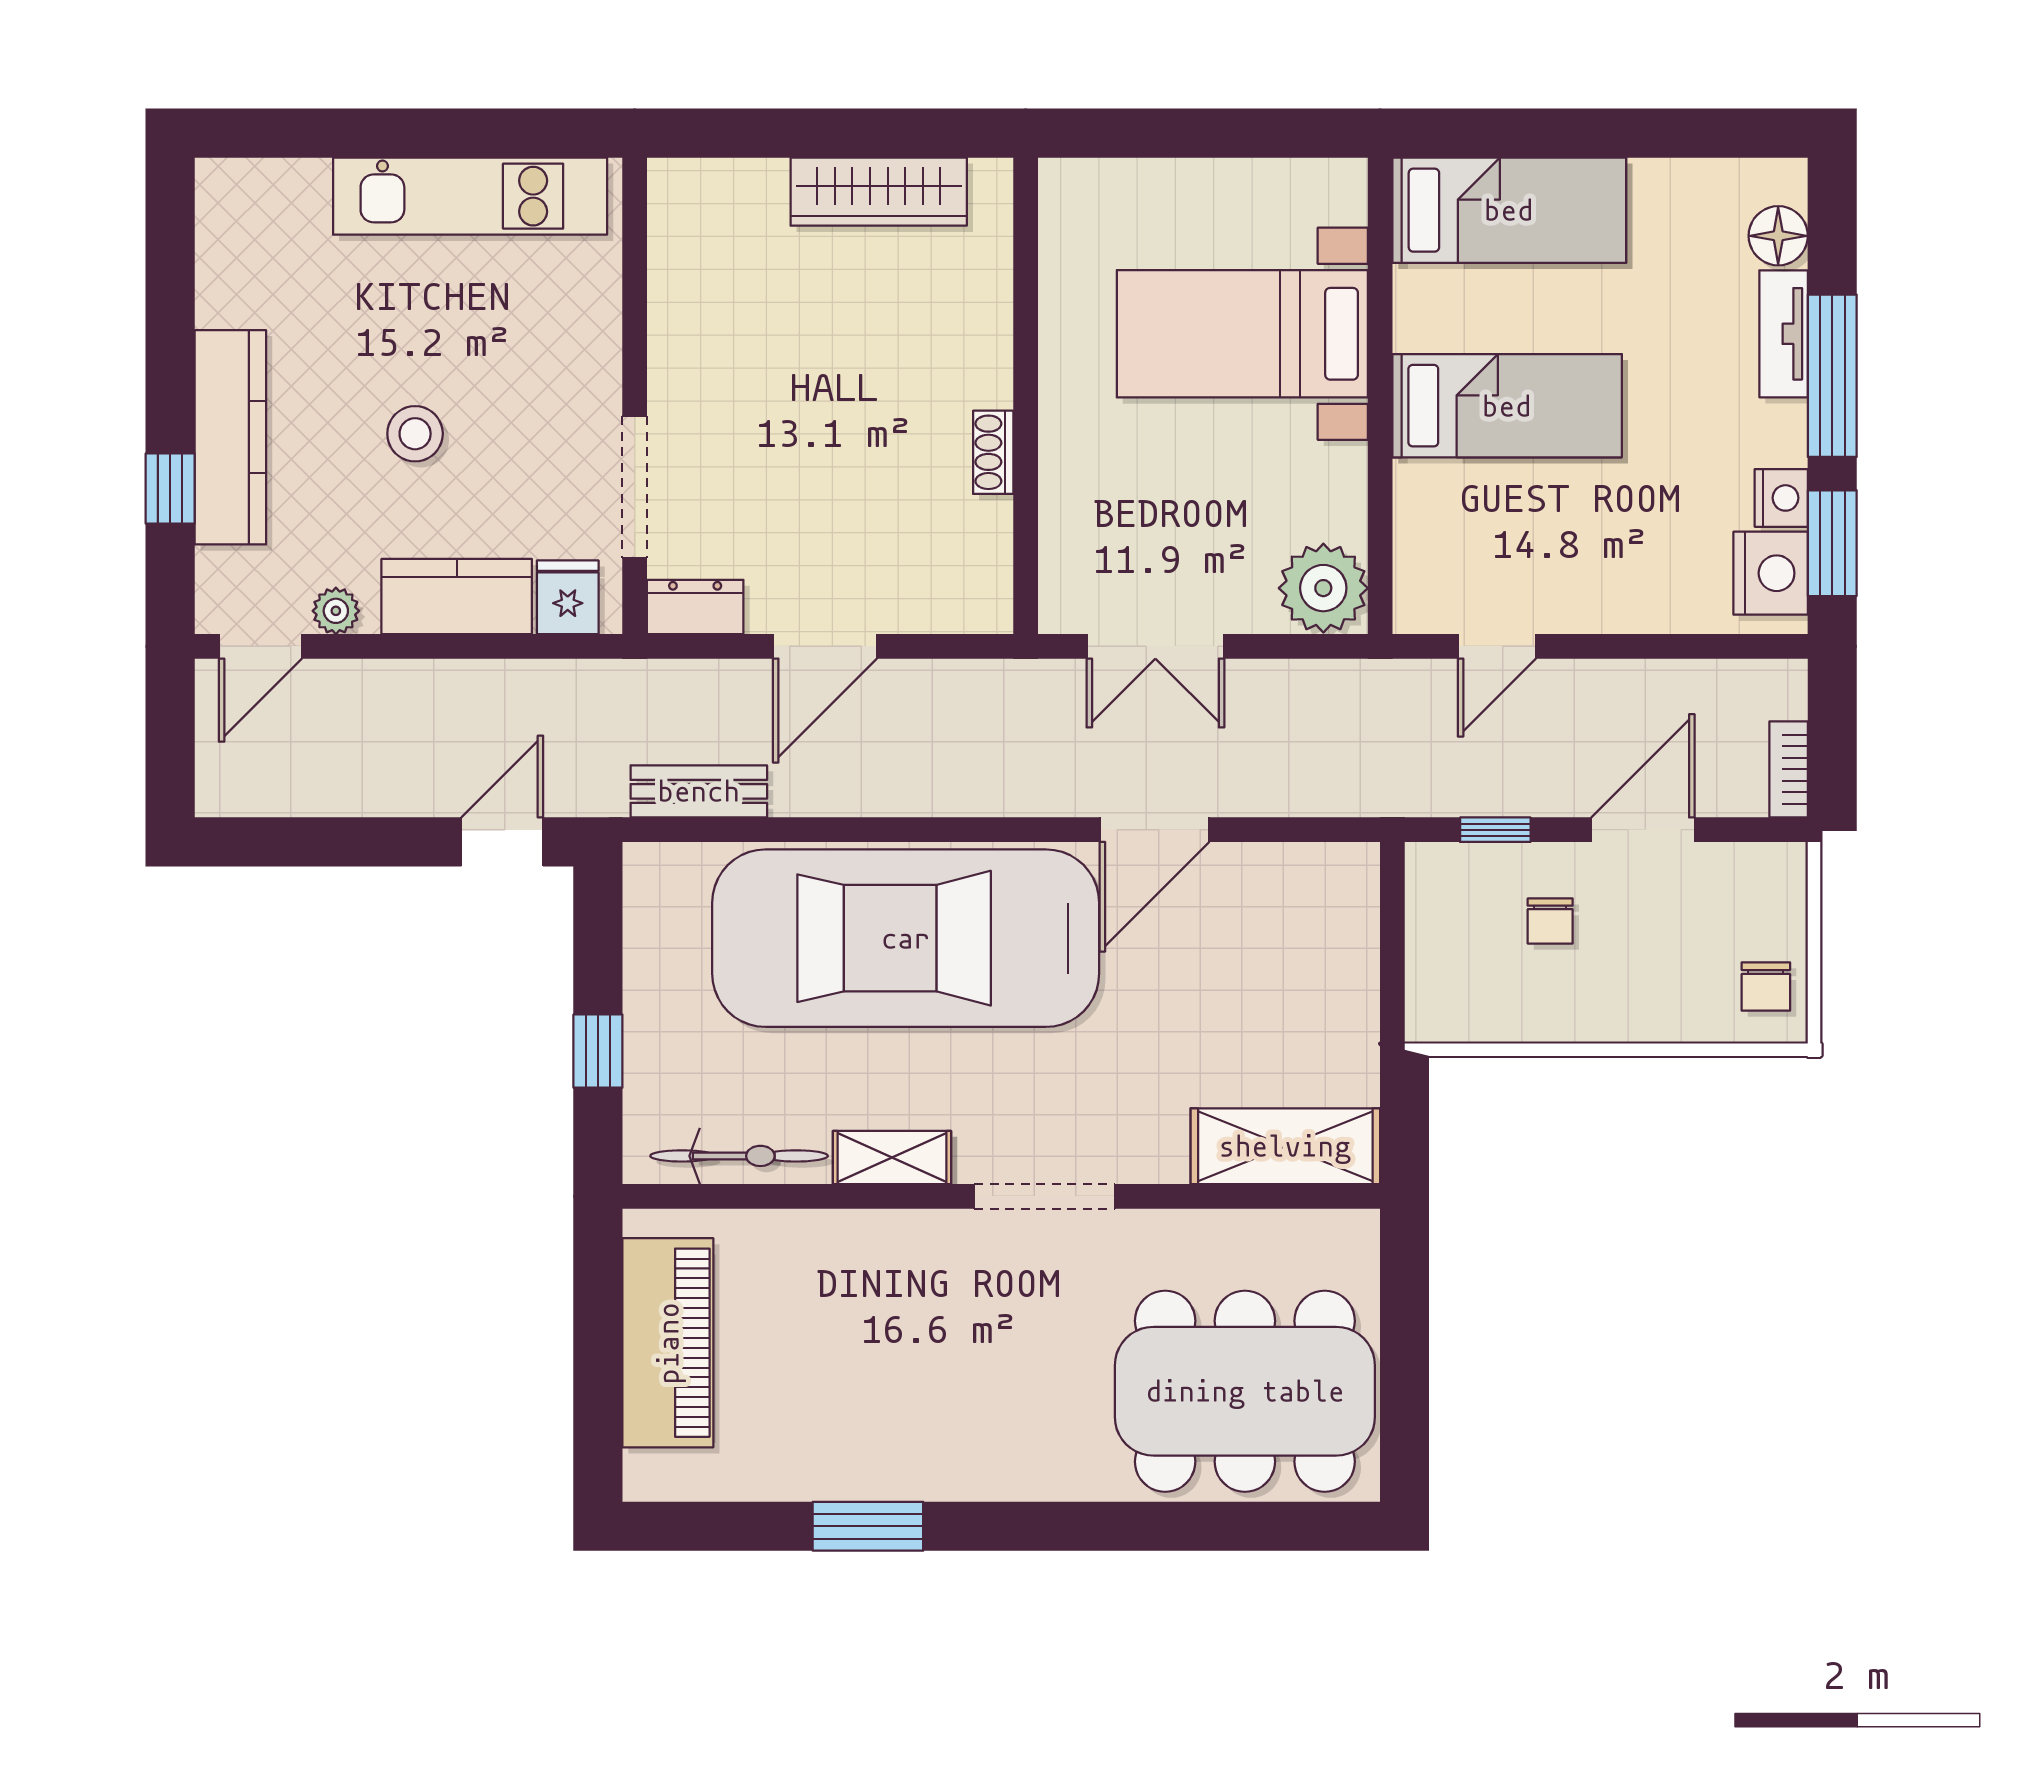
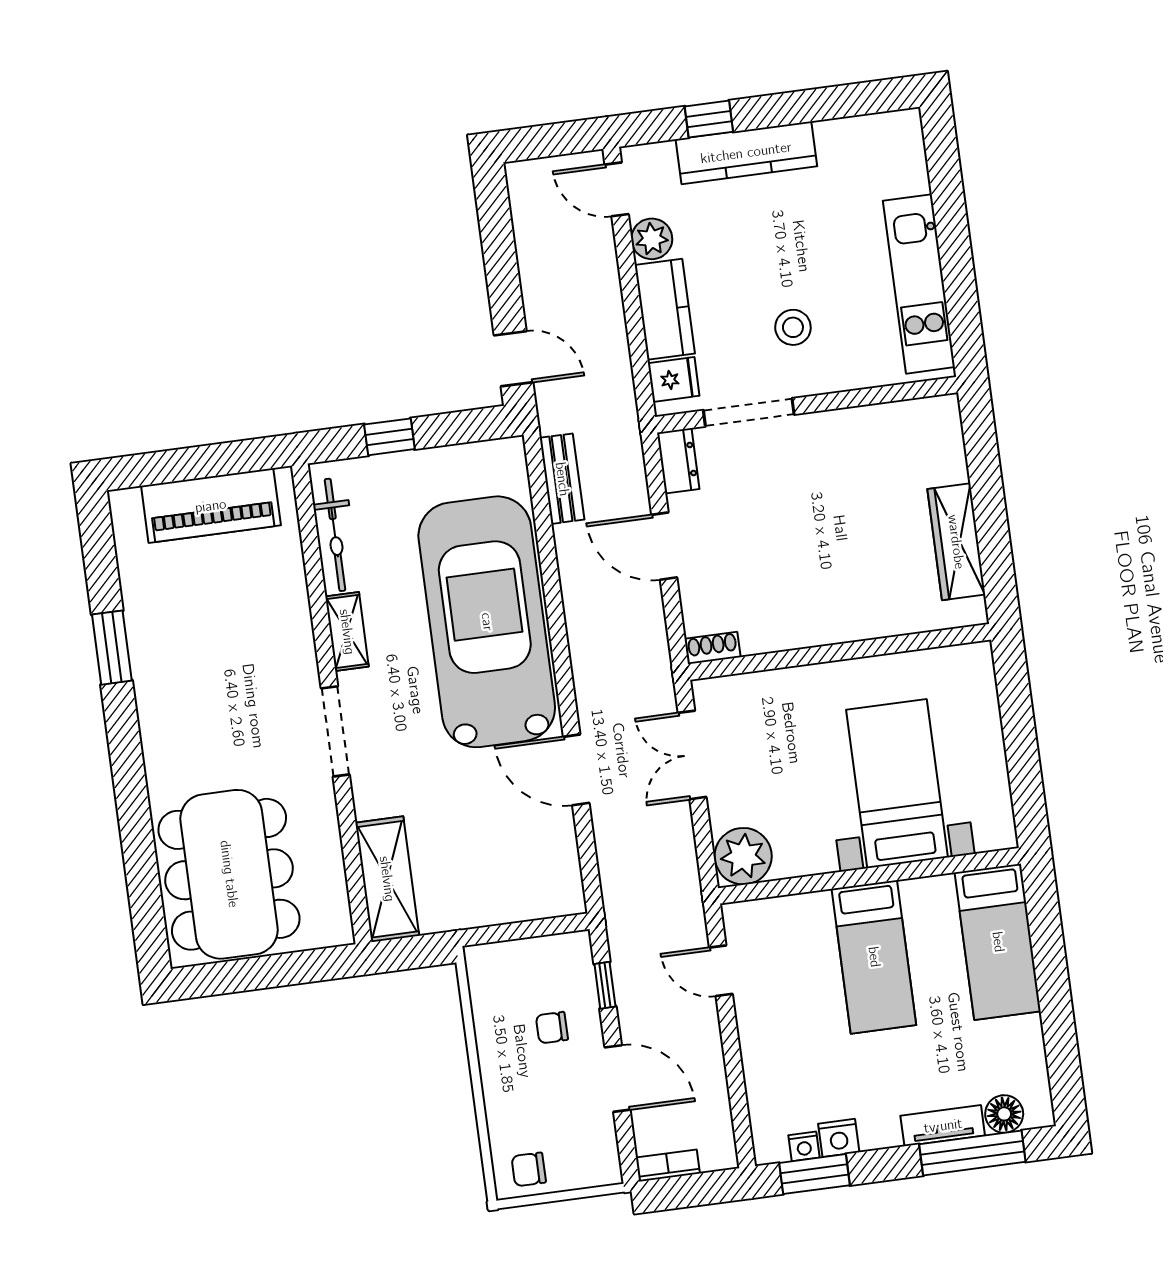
window: (1832, 376) -> (972, 1153), moved
stool: (415, 434) -> (793, 327), moved
shoe rack: (993, 452) -> (713, 648), moved
nightstand: (1771, 573) -> (804, 1146), width x0.53, depth x0.56
plant: (336, 611) -> (652, 239), width x1.38, depth x1.38

